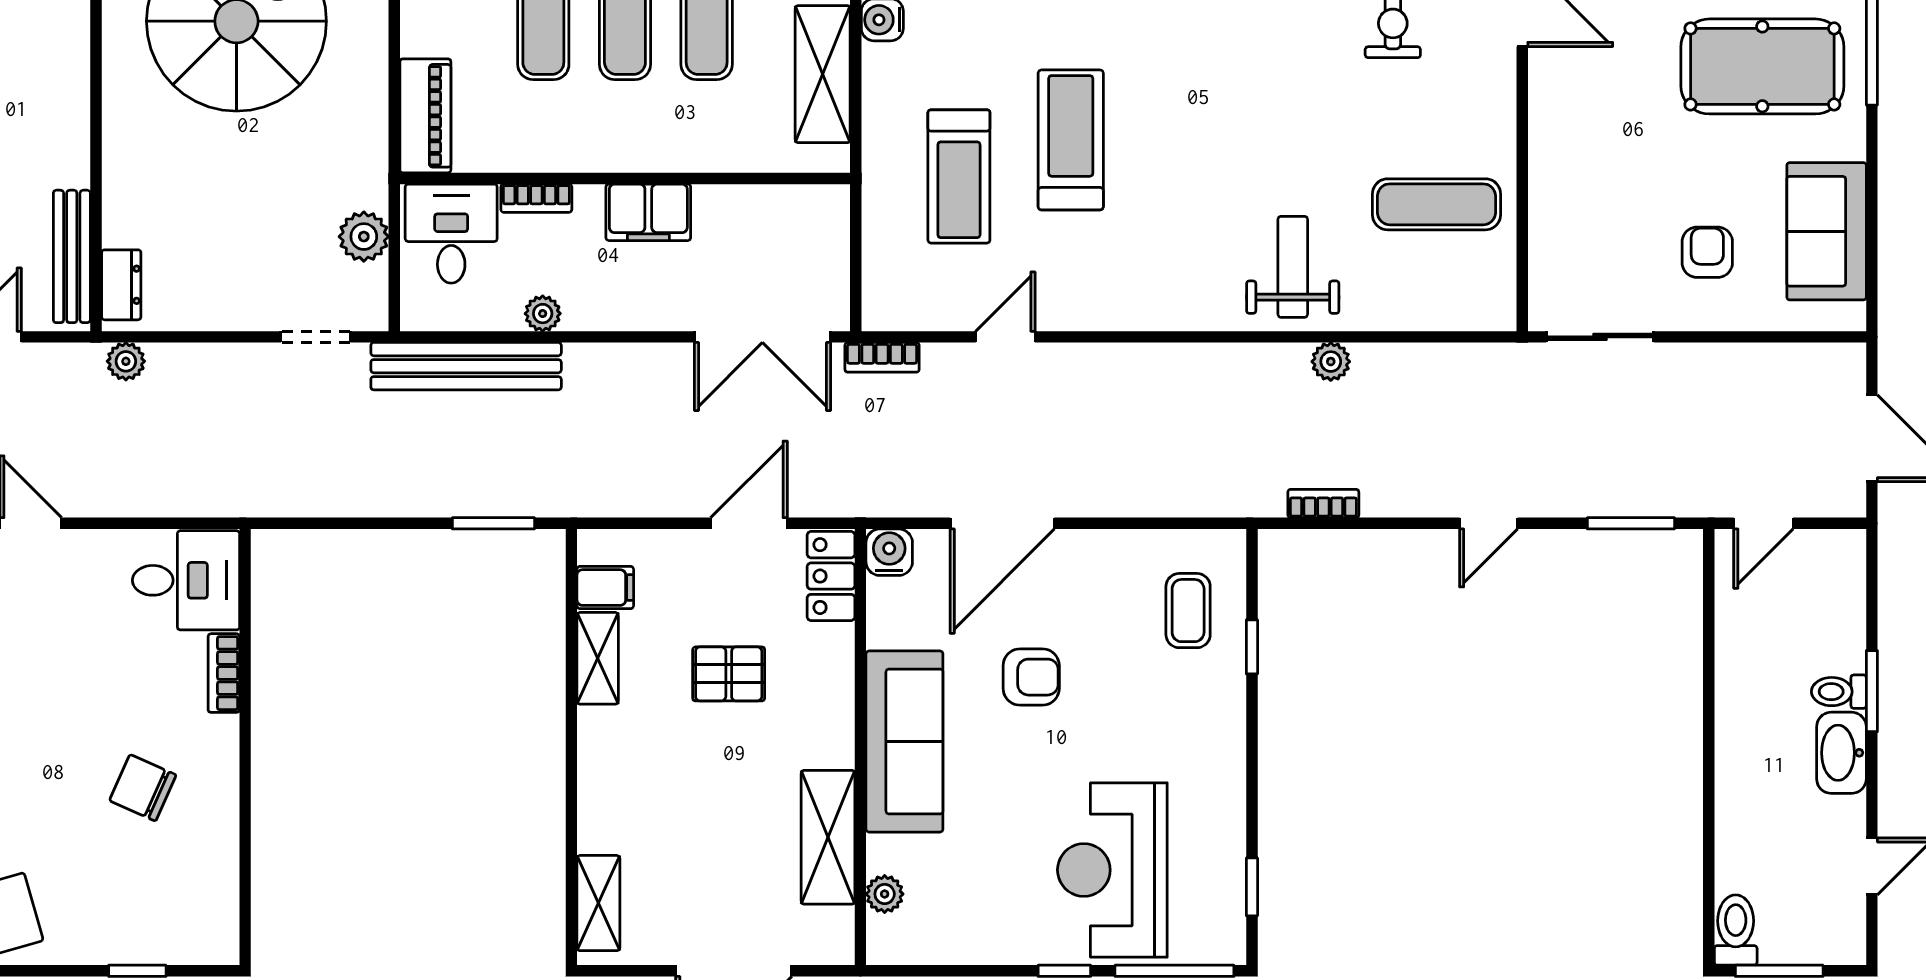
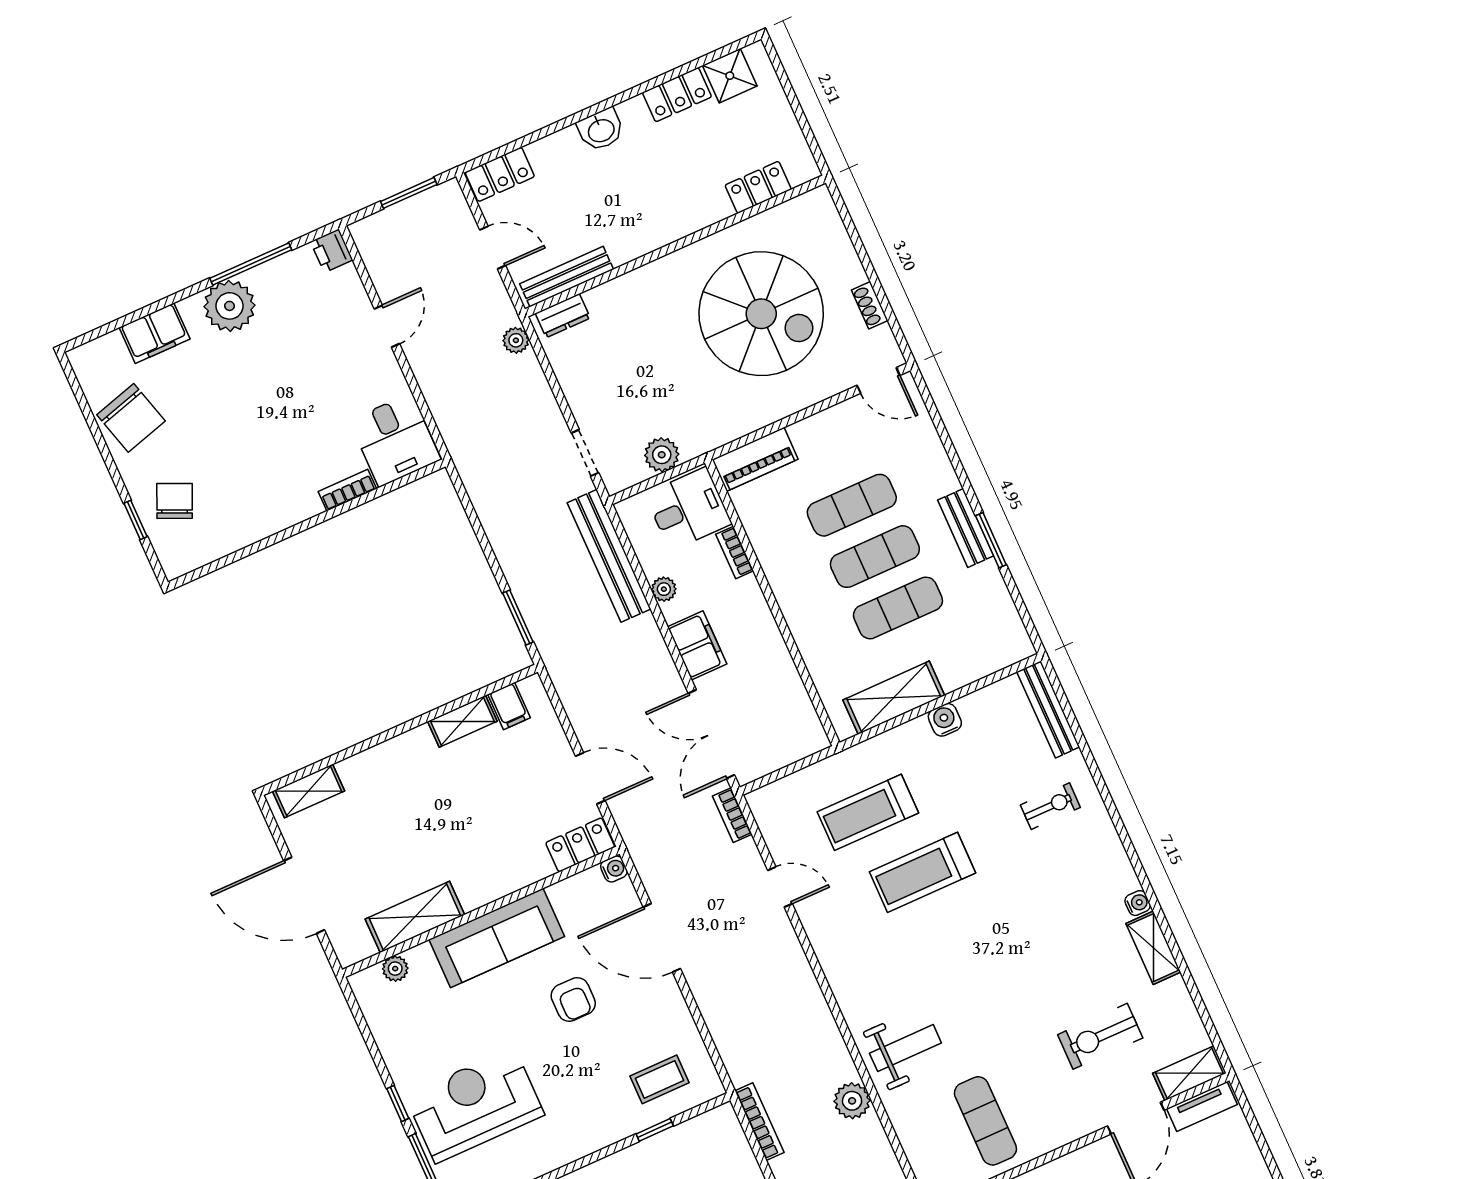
treadmill: (1071, 140) -> (923, 872), turned 180
filing cabinet: (648, 212) -> (697, 645), moved, turned 180
plant: (1331, 362) -> (852, 1101), width x1.38, depth x1.38
bookcase: (1323, 504) -> (759, 1122), width x1.56
water cooler: (889, 552) -> (614, 869), width x0.72, depth x0.72
pallet: (729, 674) -> (490, 808), removed
chair: (143, 788) -> (175, 501), moved

